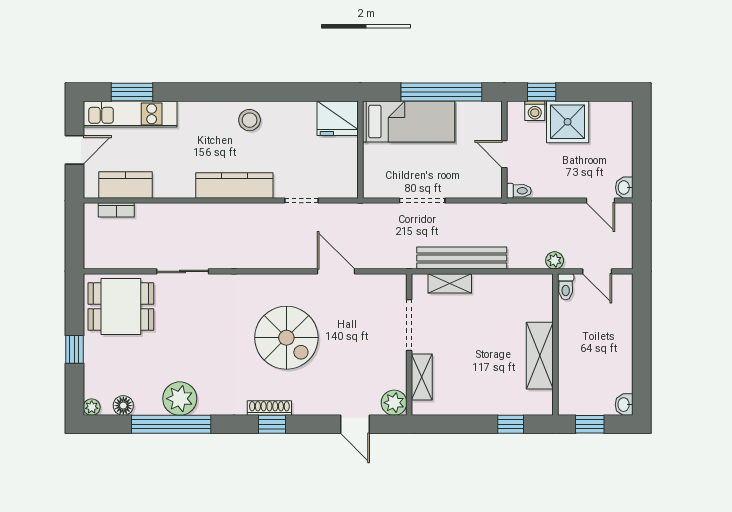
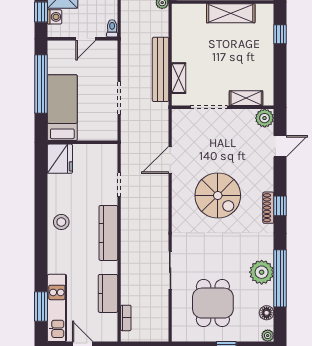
kitchen counter: (125, 185) -> (108, 293), moved
dining table: (121, 307) -> (213, 303), moved
spiral stairs: (286, 338) -> (218, 196), turned 90

